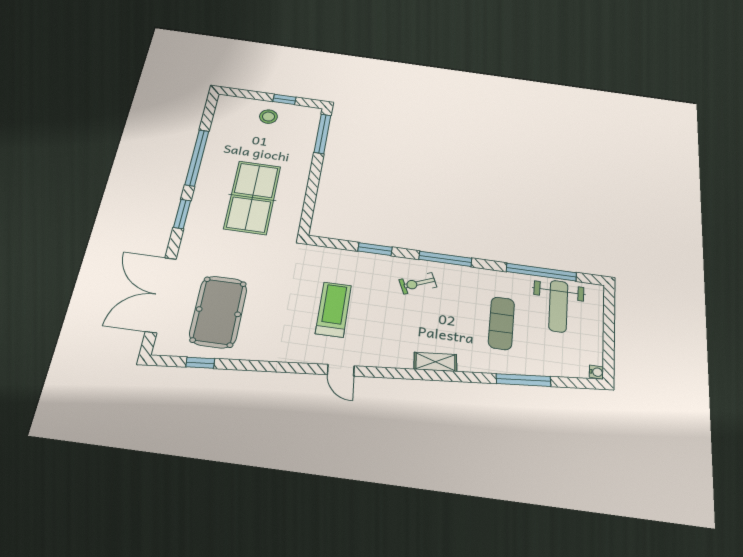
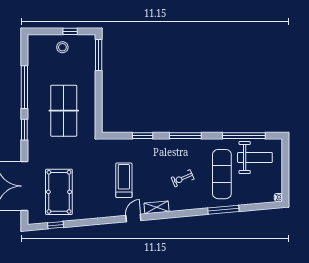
exercise bike: (418, 283) -> (183, 178), moved
weight bench: (558, 306) -> (255, 157), turned -90
exercise mat: (501, 323) -> (222, 174), width x1.36, depth x1.45
shelving: (435, 362) -> (157, 207), moved
door: (341, 370) -> (133, 218), swing flipped
window: (523, 380) -> (223, 210), moved

